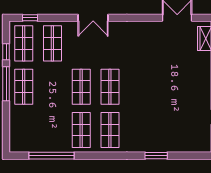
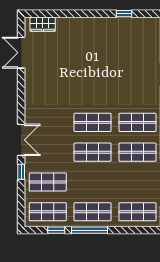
window: (30, 18) -> (21, 172), moved
shop shelf: (24, 130) -> (137, 212), added

